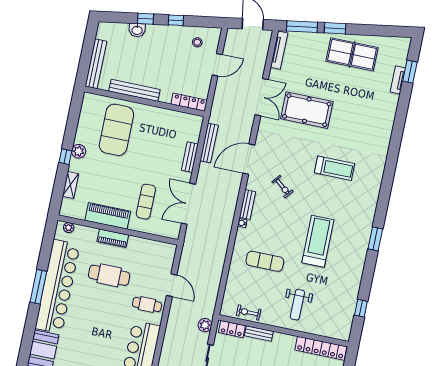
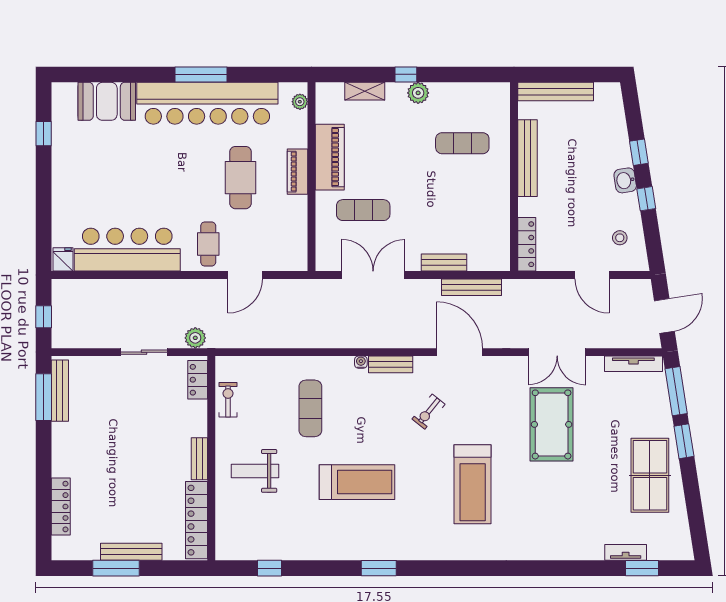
washbasin: (137, 30) -> (625, 180), moved
exercise mat: (116, 130) -> (462, 143), width x0.50, depth x0.69
treadmill: (334, 168) -> (473, 484), width x1.37, depth x1.38
bench: (259, 334) -> (199, 459), moved

